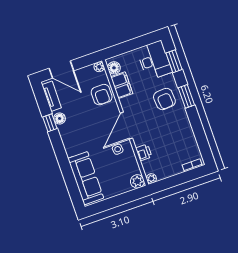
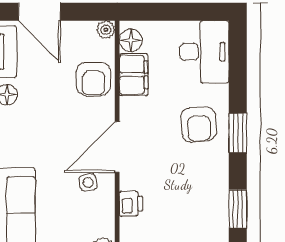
window: (174, 61) -> (238, 209), moved

